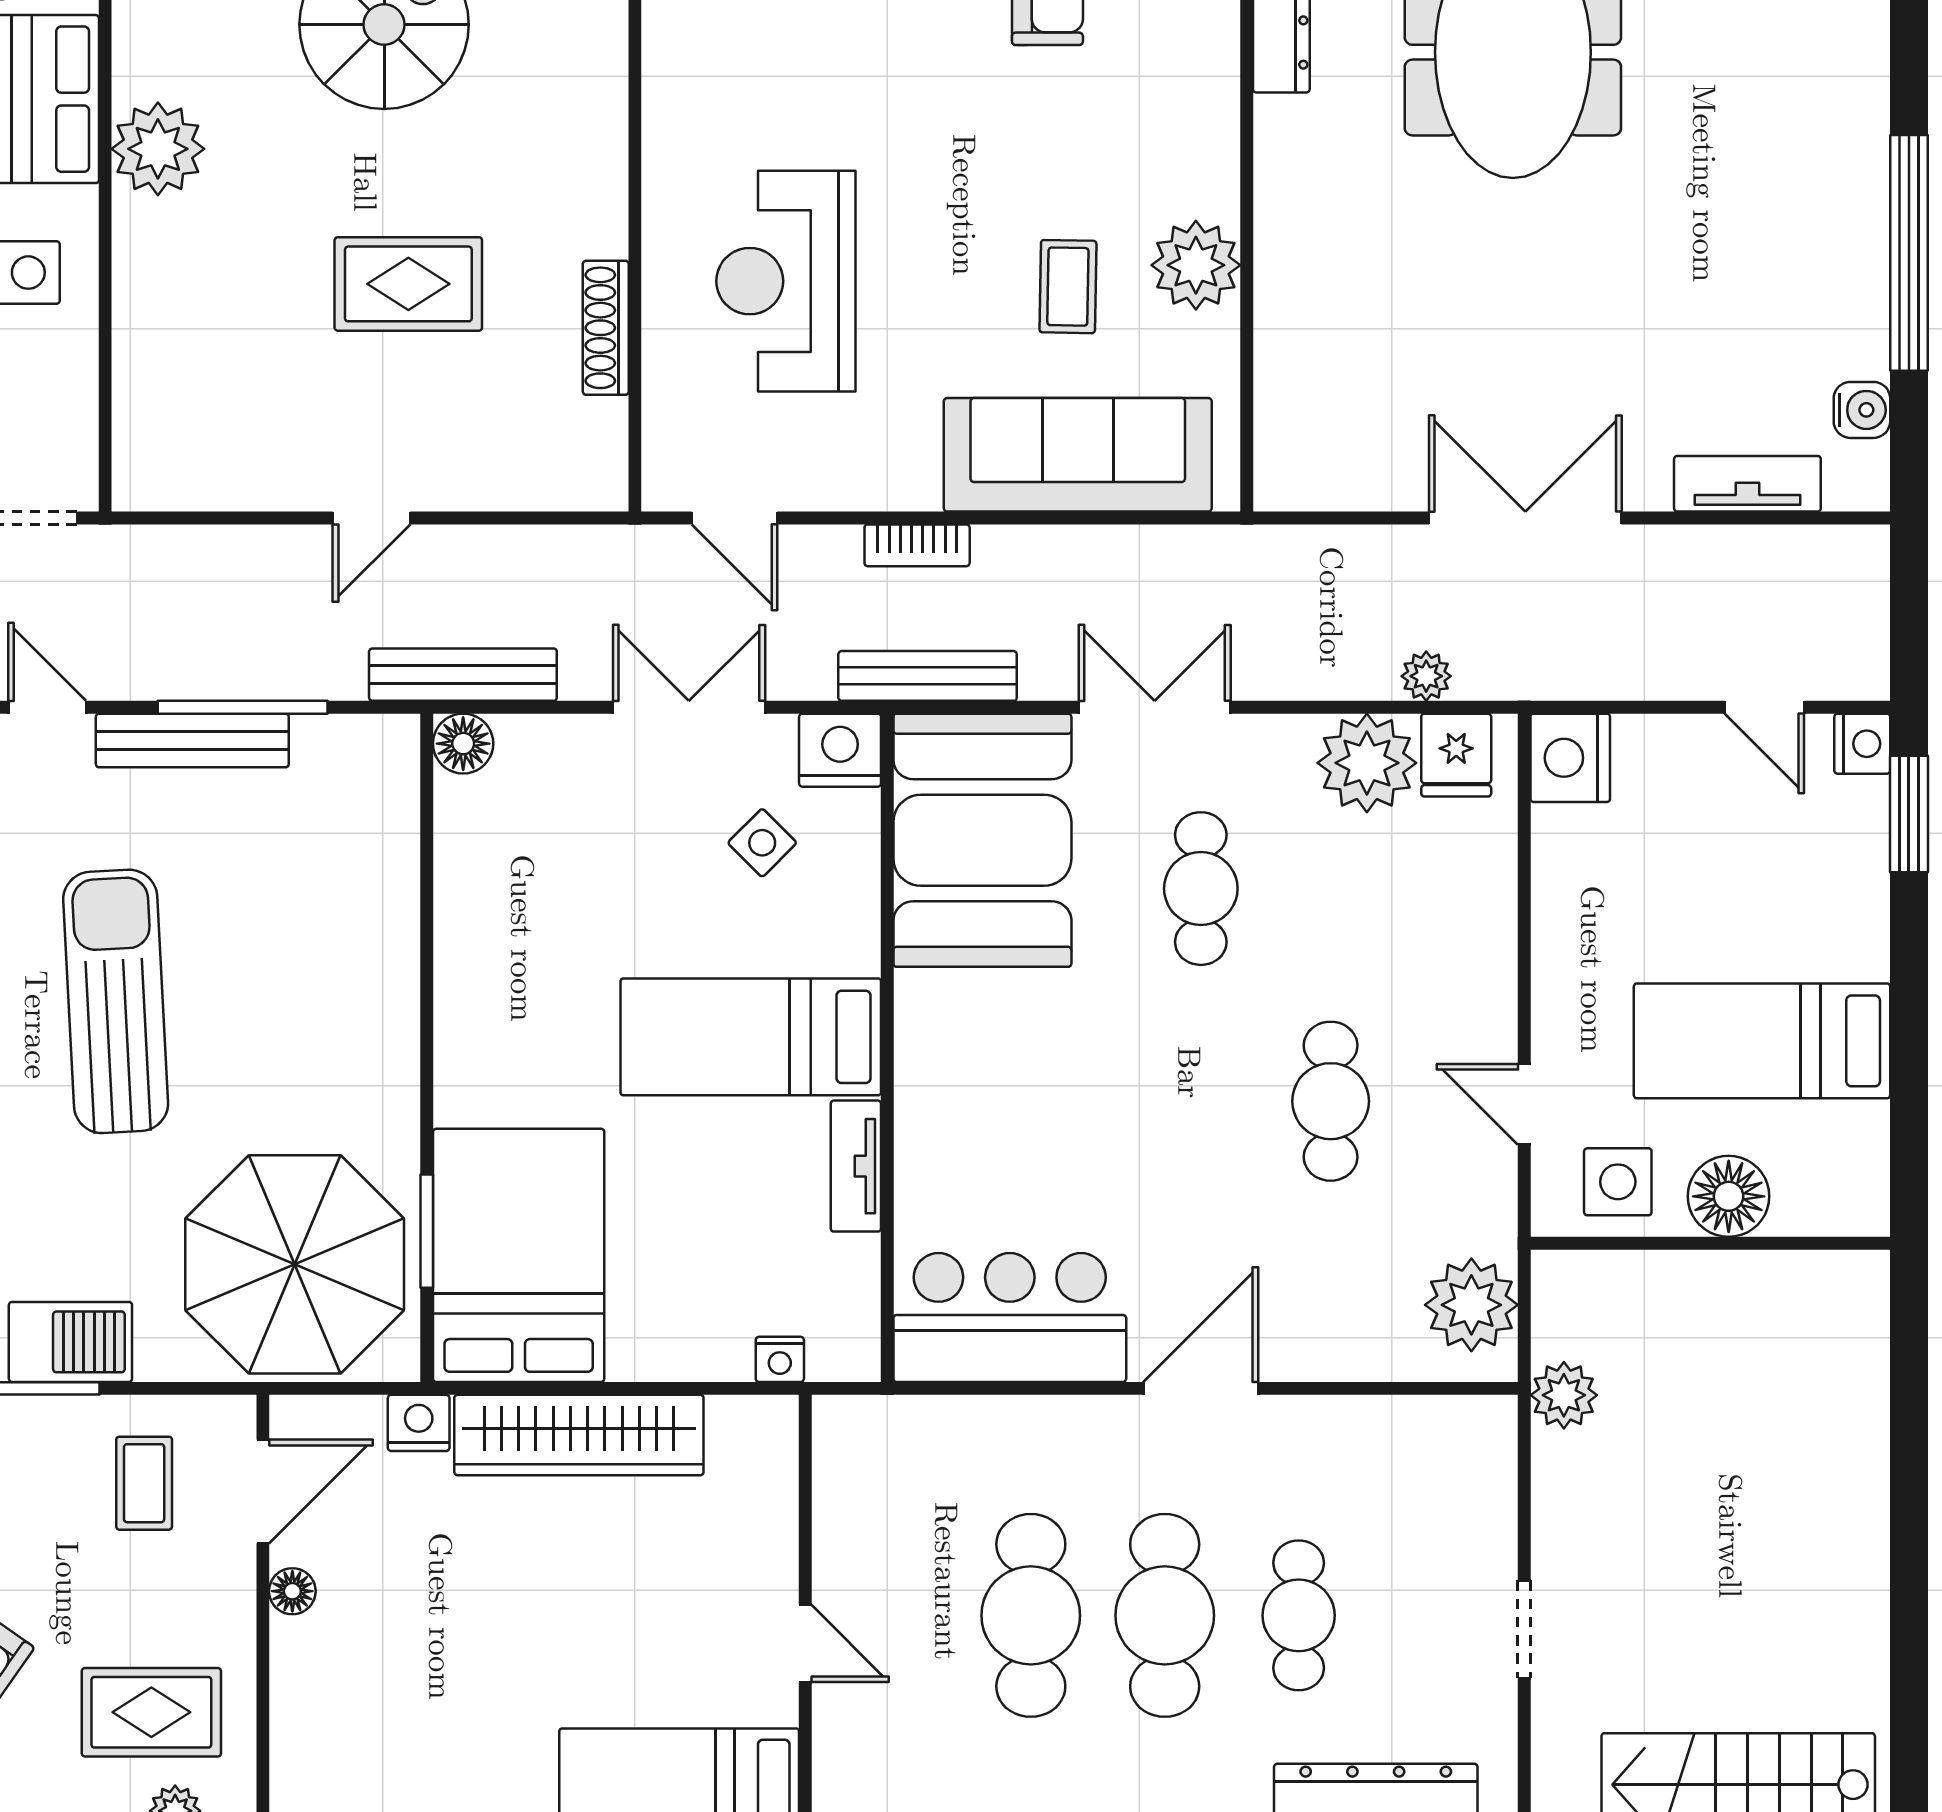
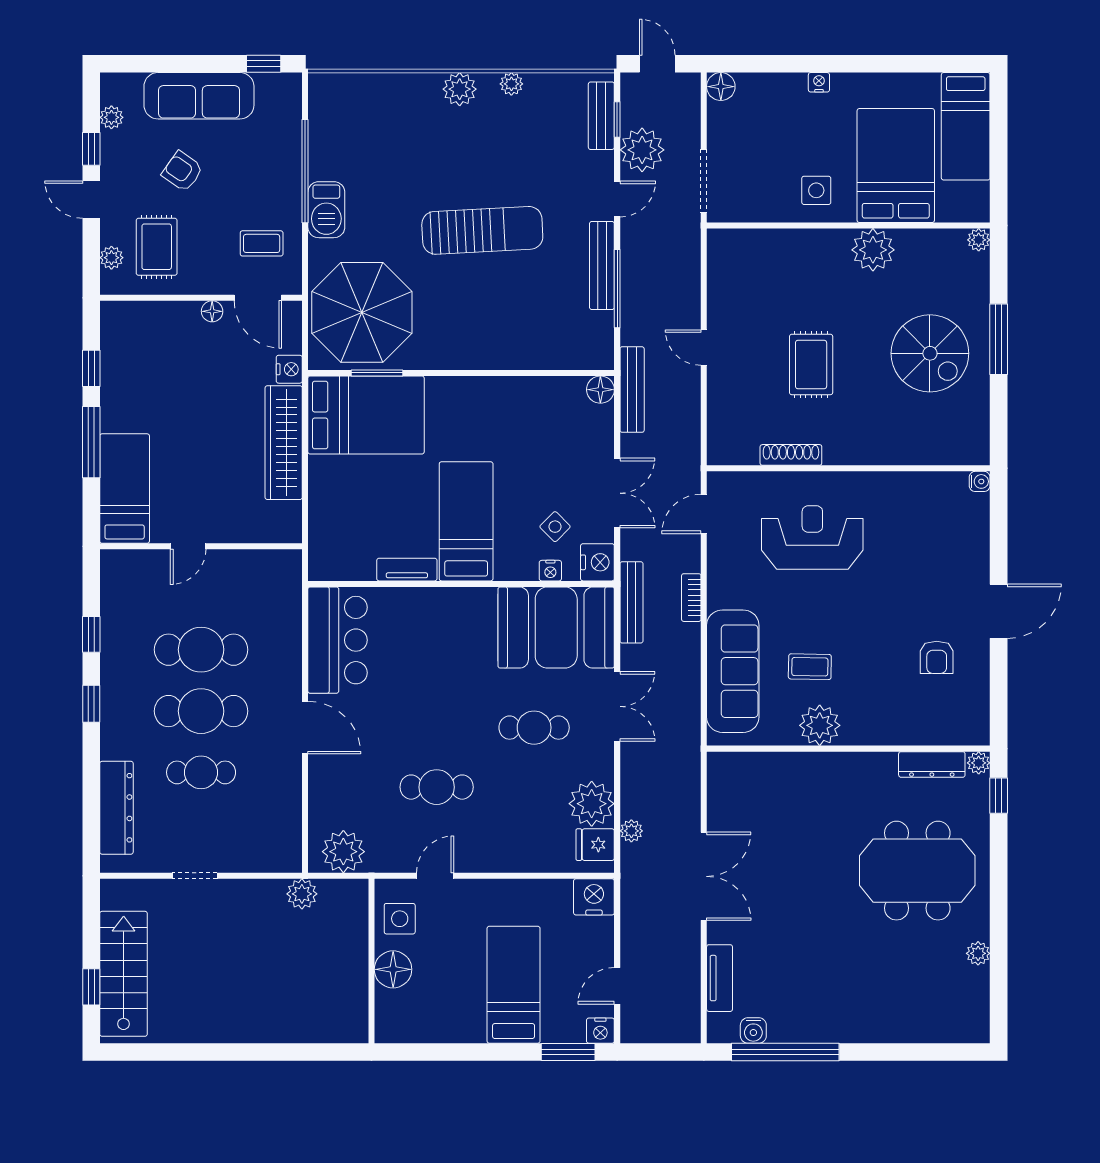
window: (1909, 253) -> (785, 1052), moved
bed: (1762, 1041) -> (514, 985), moved
nightstand: (780, 1359) -> (550, 571), moved, turned -90

